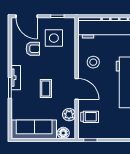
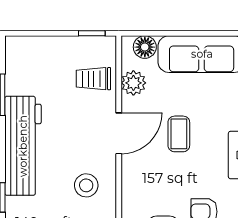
door: (77, 89) -> (119, 133), swing flipped

